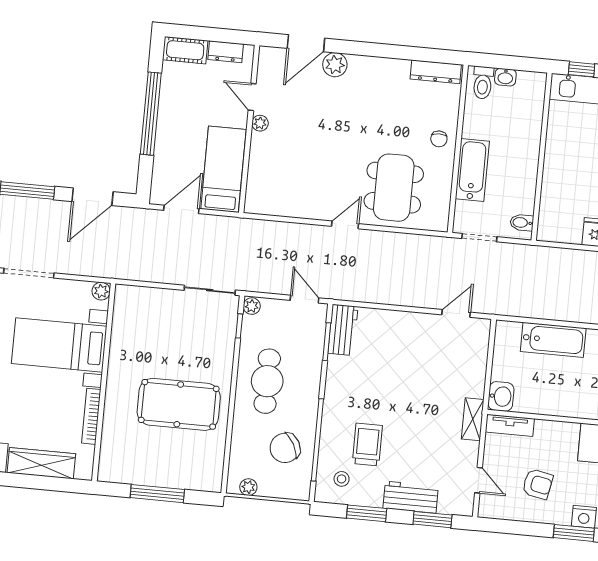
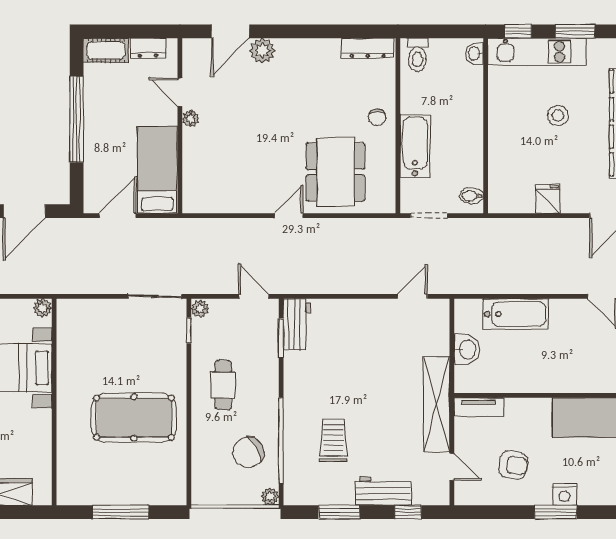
washbasin: (505, 77) -> (474, 54), moved, turned 90
cafe table: (267, 381) -> (223, 385), width x0.73, depth x0.74
washbasin: (501, 396) -> (467, 349), moved
bookcase: (91, 416) -> (45, 439), removed
shelving: (473, 419) -> (437, 404), width x2.20, depth x1.33
stool: (342, 479) -> (310, 479), removed
plant: (248, 487) -> (270, 497), moved
window: (432, 520) -> (408, 512), width x0.67

